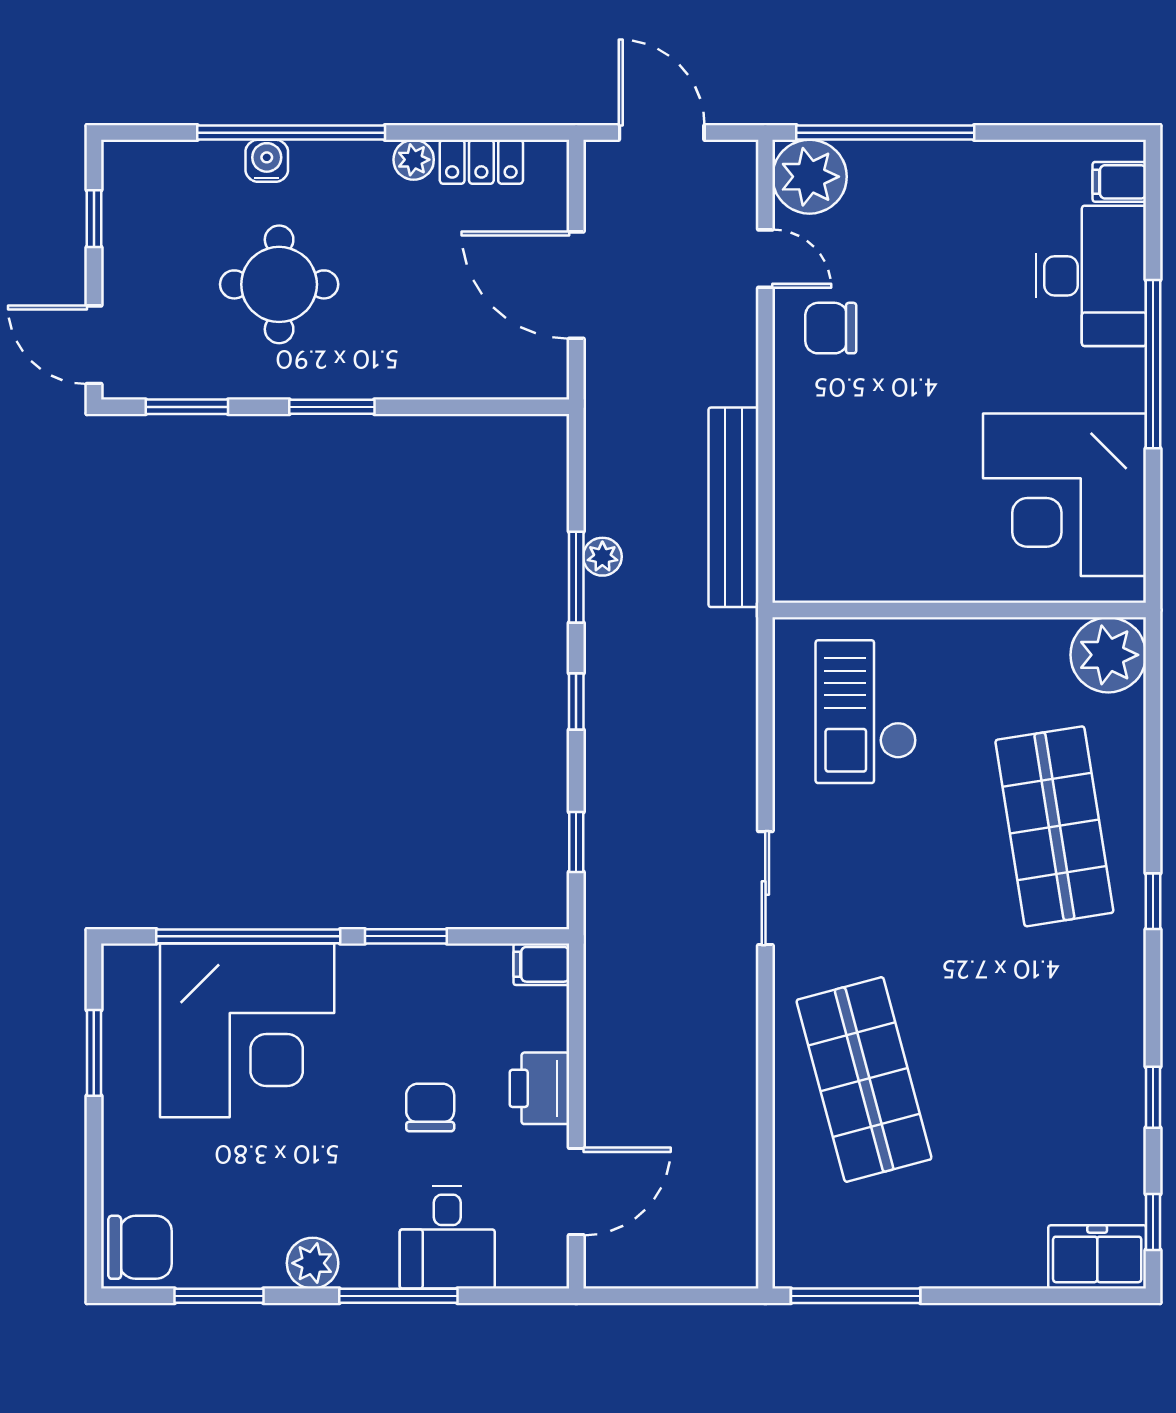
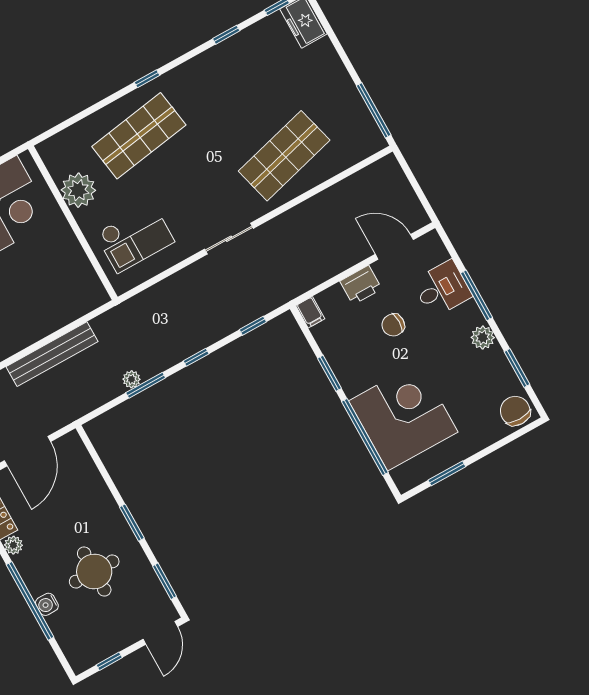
bench: (733, 507) -> (52, 354), moved
plant: (1108, 655) -> (78, 190), moved

